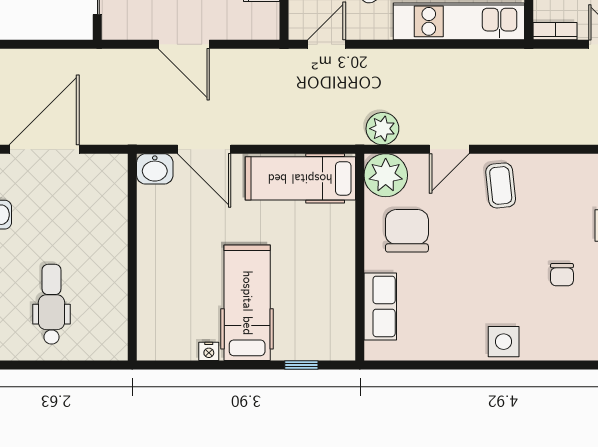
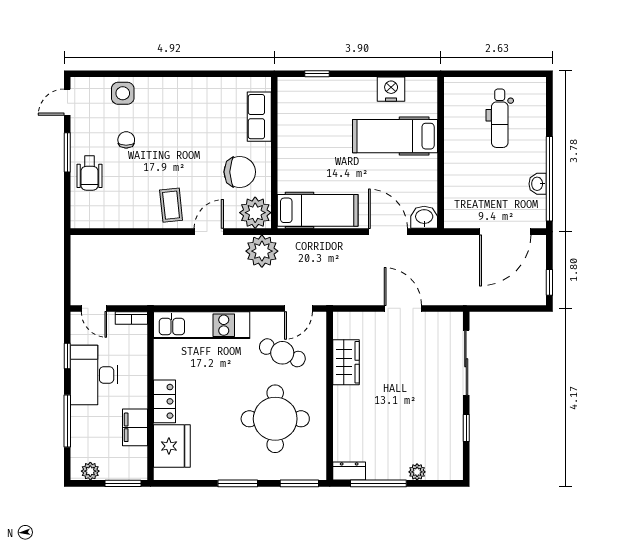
plant: (382, 129) -> (262, 251), width x1.36, depth x1.36
chair: (407, 231) -> (240, 172), turned -90
hospital bed: (247, 303) -> (395, 136), moved, turned 90
side table: (504, 342) -> (123, 93), moved
nightstand: (209, 351) -> (391, 89), width x1.89, depth x1.79

